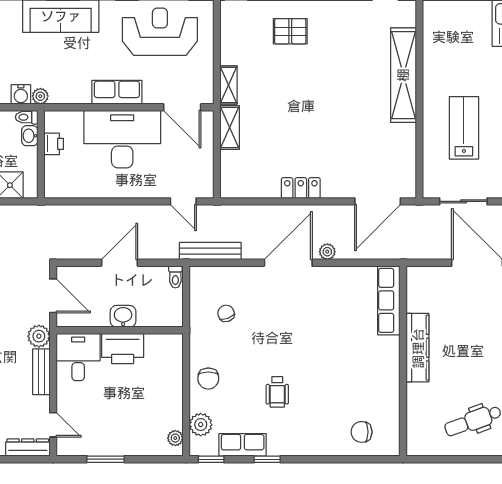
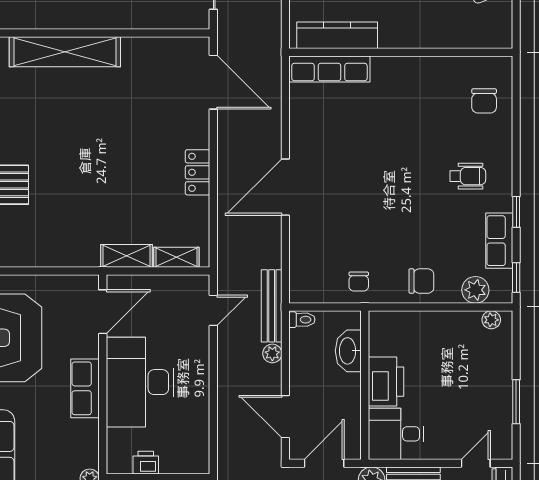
shelving: (228, 85) -> (176, 257), moved
bench: (210, 251) -> (272, 306), moved
plant: (327, 252) -> (272, 353), moved
door: (119, 263) -> (285, 417), moved
door: (288, 263) -> (285, 187), hinge flipped
chair: (226, 313) -> (359, 282), moved, turned -70
washbasin: (123, 316) -> (348, 351), moved, width x1.38
kitchen counter: (418, 348) -> (337, 35), moved
wheelchair: (277, 392) -> (468, 176), moved

